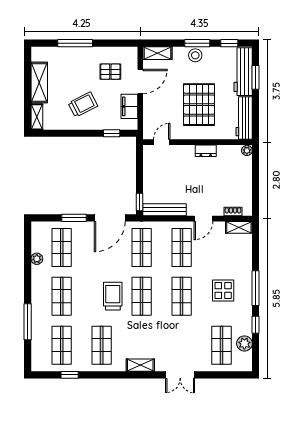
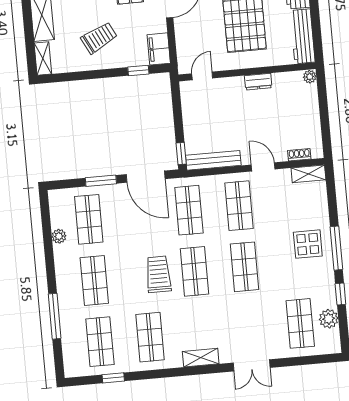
filing cabinet: (129, 106) -> (159, 49), moved
door: (110, 218) -> (146, 177), hinge flipped
door: (203, 219) -> (263, 167), swing flipped
display table: (223, 290) -> (308, 244), moved

